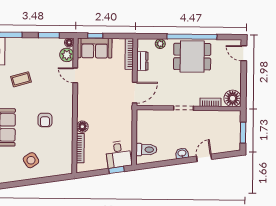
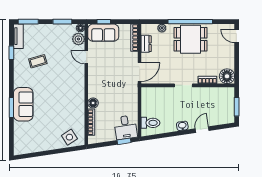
armchair: (45, 120) -> (60, 97), removed
side table: (31, 160) -> (69, 137), moved

